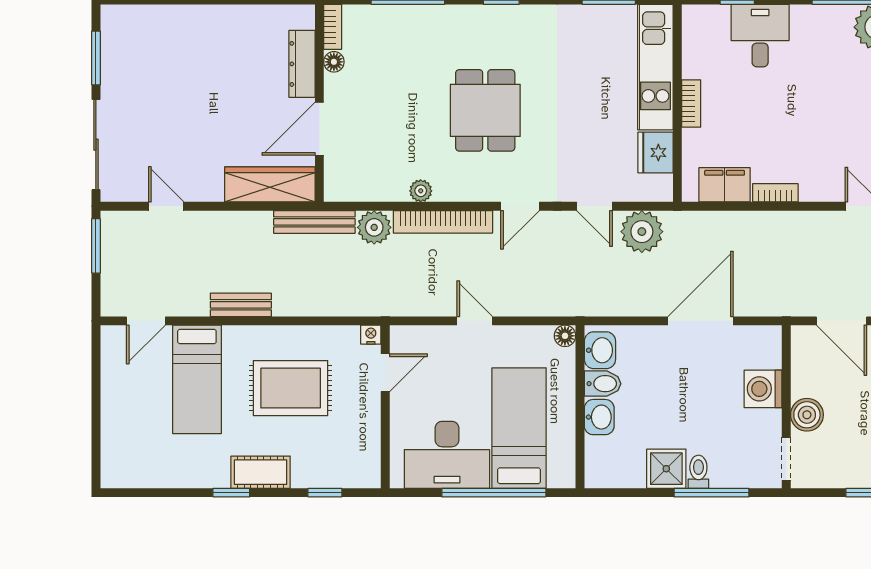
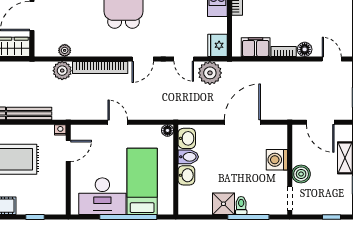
fridge: (656, 153) -> (217, 45), moved
floor lamp: (813, 189) -> (305, 49), added
plant: (421, 191) -> (65, 50), moved
bench: (314, 222) -> (29, 113), moved

